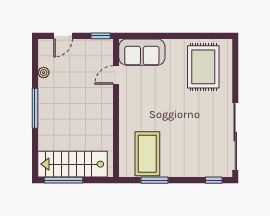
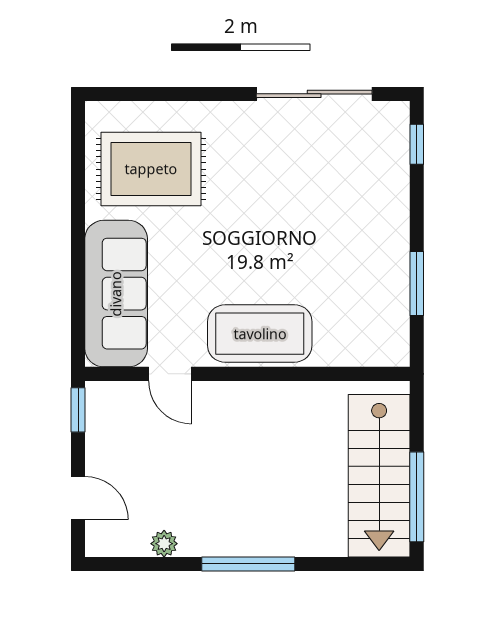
sofa: (142, 52) -> (116, 294), width x1.36
sliding door: (235, 136) -> (314, 94), width x0.73
coffee table: (147, 154) -> (260, 334), moved

